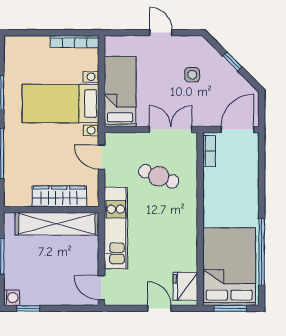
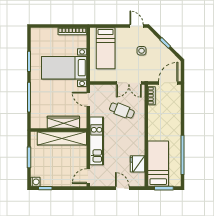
door: (161, 33) -> (137, 26), moved
bed: (120, 92) -> (106, 48), moved, turned 180
double door: (171, 130) -> (129, 83), swing flipped
bed: (229, 267) -> (158, 164), width x0.67
fridge: (185, 286) -> (137, 164), moved
door: (101, 288) -> (88, 176), hinge flipped

